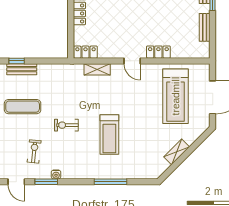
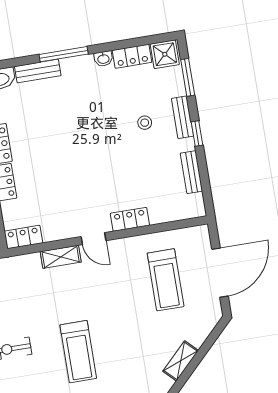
shelving: (97, 69) -> (61, 257), moved
treadmill: (176, 96) -> (166, 280), width x0.73, depth x0.73

